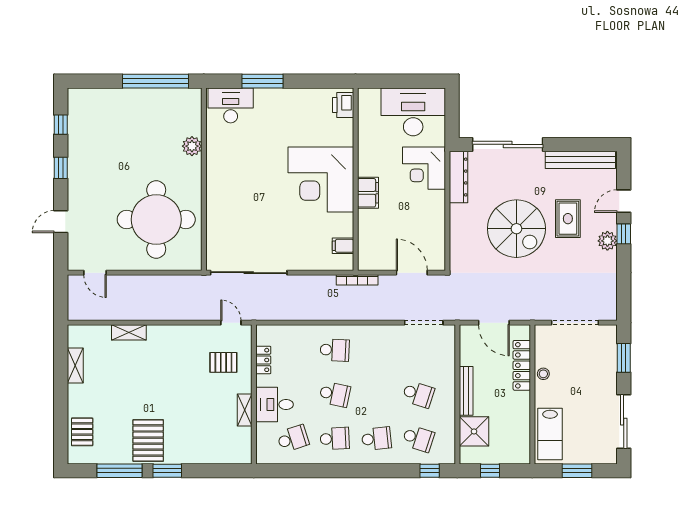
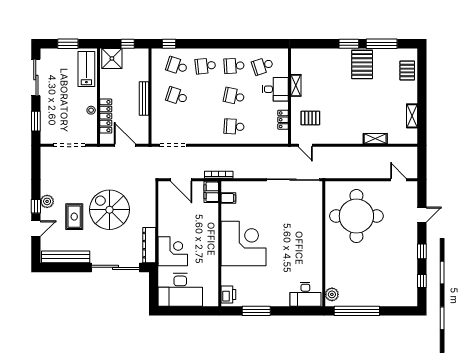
window: (262, 81) -> (256, 311), moved
plant: (192, 146) -> (332, 294), moved
filing cabinet: (368, 193) -> (211, 192), moved
shower: (474, 431) -> (112, 58), moved

